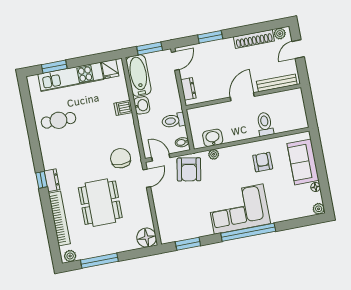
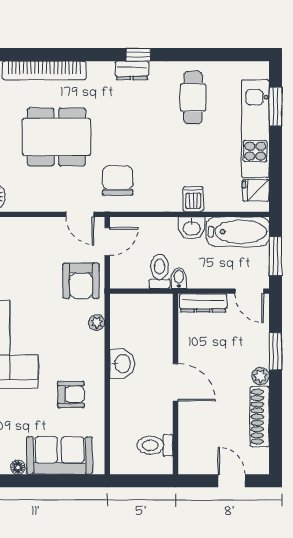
plant: (280, 34) -> (260, 376), moved
bench: (277, 83) -> (187, 439), removed
dresser: (188, 89) -> (203, 303), width x1.44
toilet: (265, 124) -> (155, 445), moved, turned 180
washbasin: (213, 138) -> (122, 364), moved
bidet: (182, 142) -> (179, 278), moved
chair: (121, 158) -> (118, 180), turned -90
armchair: (189, 169) -> (81, 281), turned -100
window: (41, 180) -> (138, 55), moved
dresser: (52, 180) -> (132, 70), moved

